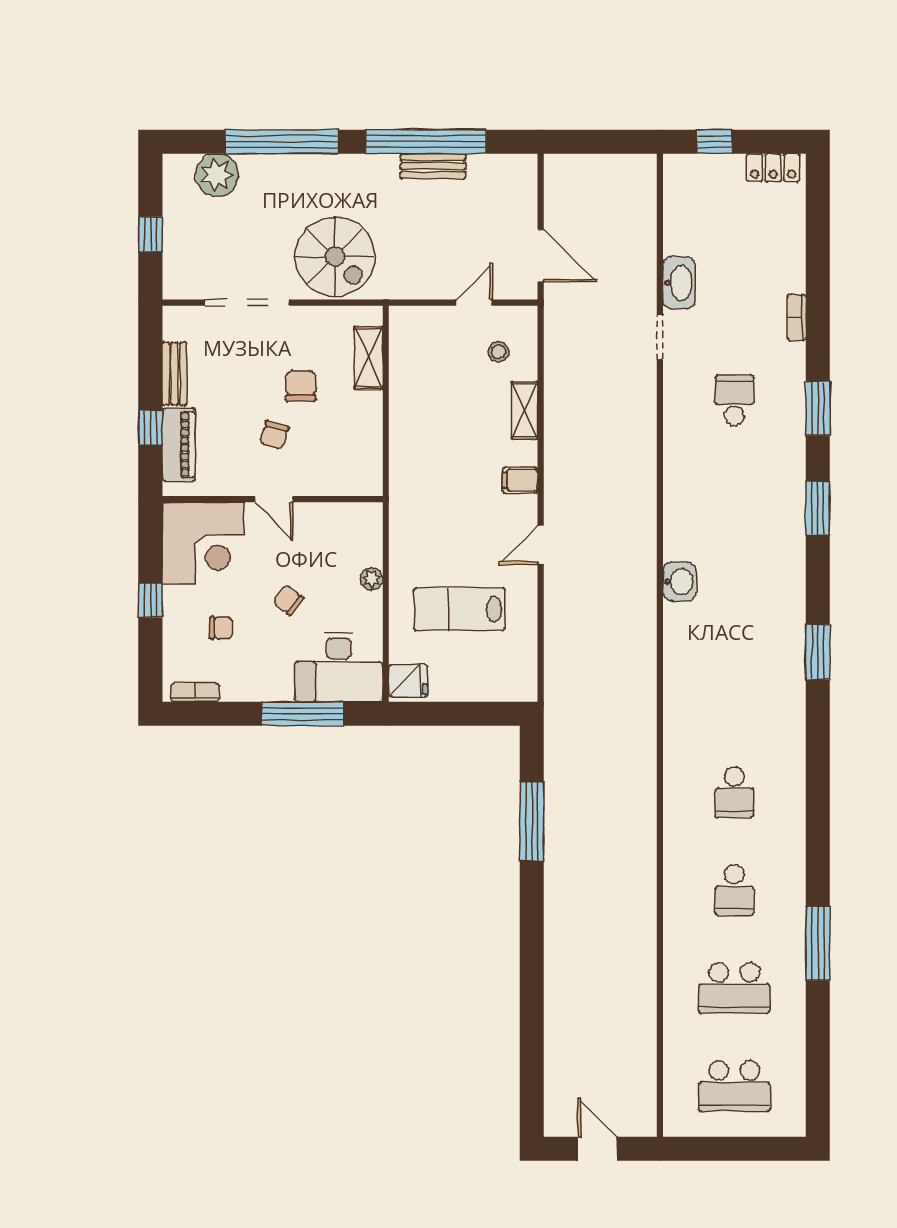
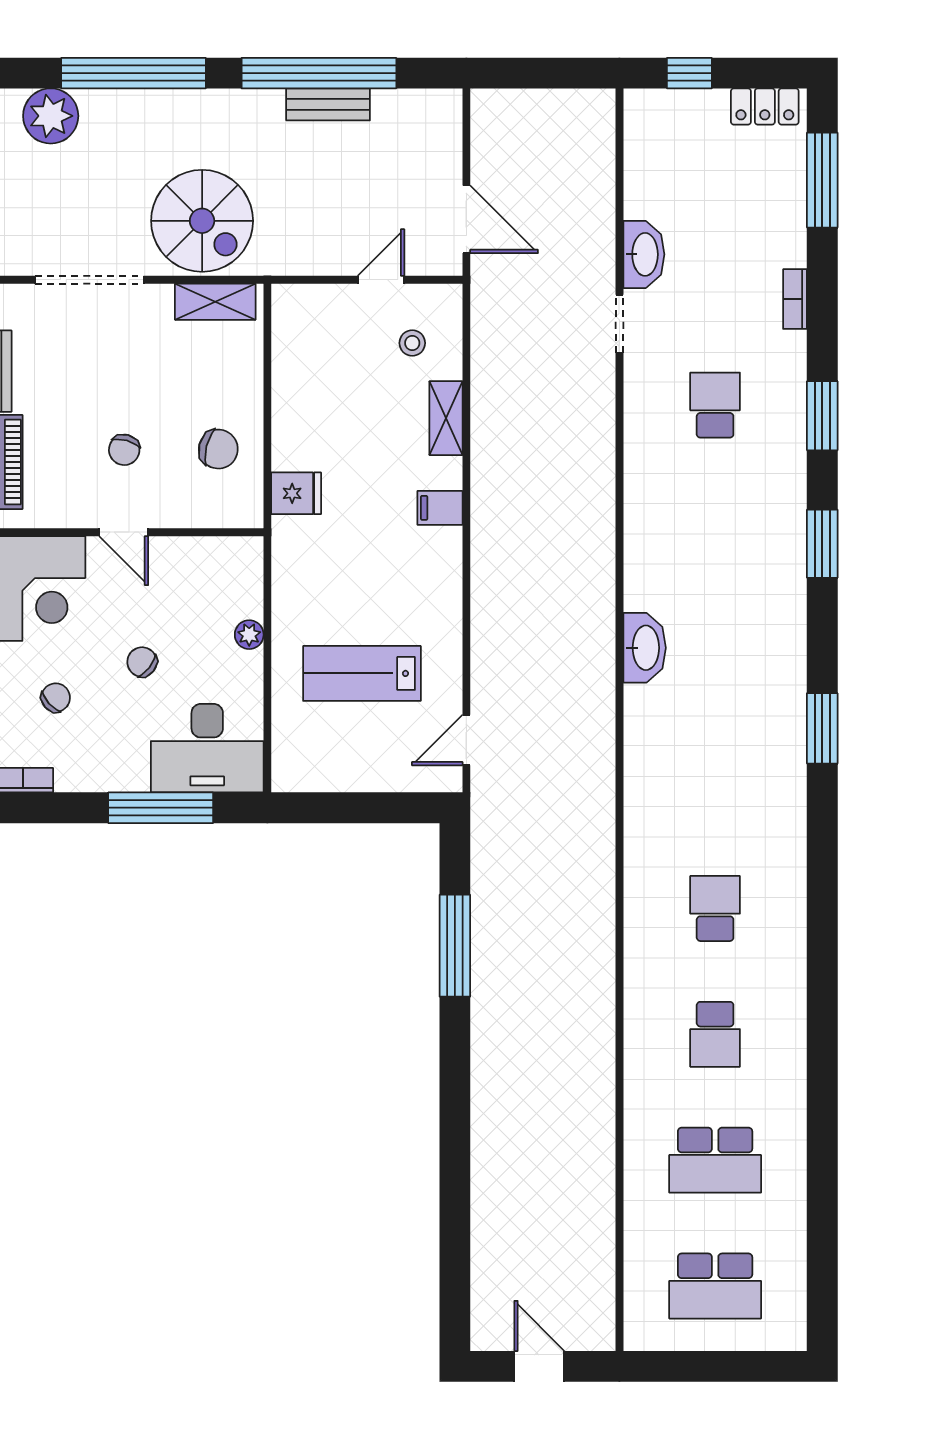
shelving: (369, 358) -> (215, 302), moved, turned 90
chair: (301, 386) -> (218, 449), moved, turned 104
door: (541, 545) -> (466, 740), moved
washbasin: (679, 582) -> (645, 648), width x1.38
chair: (221, 628) -> (56, 698), turned -42
fridge: (408, 681) -> (296, 493), moved
school desk: (734, 792) -> (715, 908), turned 180
window: (818, 944) -> (822, 180), moved

